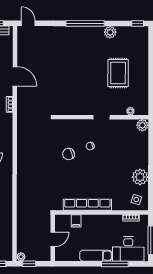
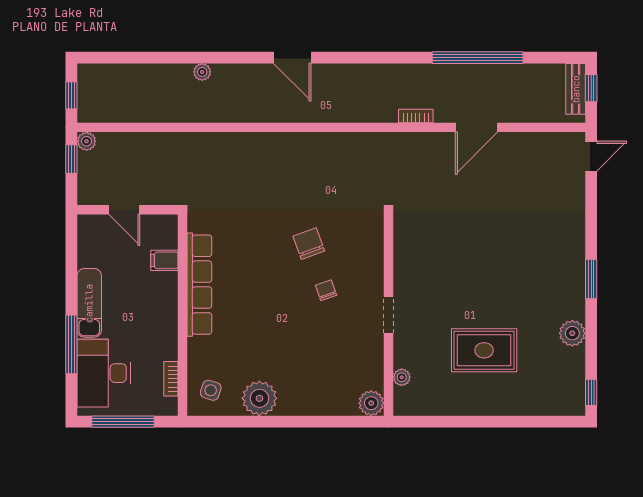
window: (85, 23) -> (591, 279), width x0.47

